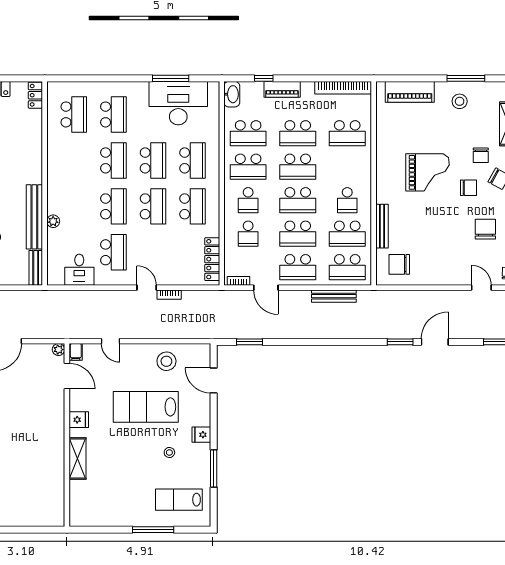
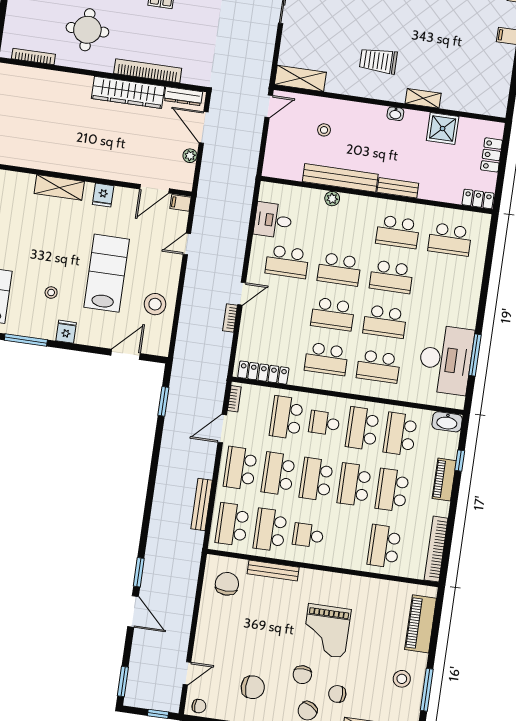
school desk: (113, 114) -> (398, 232), moved
school desk: (248, 234) -> (286, 418), width x1.85
bench: (36, 268) -> (398, 188), moved
plant: (59, 350) -> (190, 156), moved

